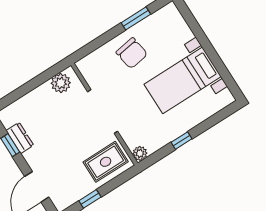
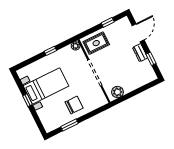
chair: (132, 53) -> (74, 105), turned 99
window: (211, 53) -> (27, 100), added
dresser: (20, 138) -> (140, 53), moved

